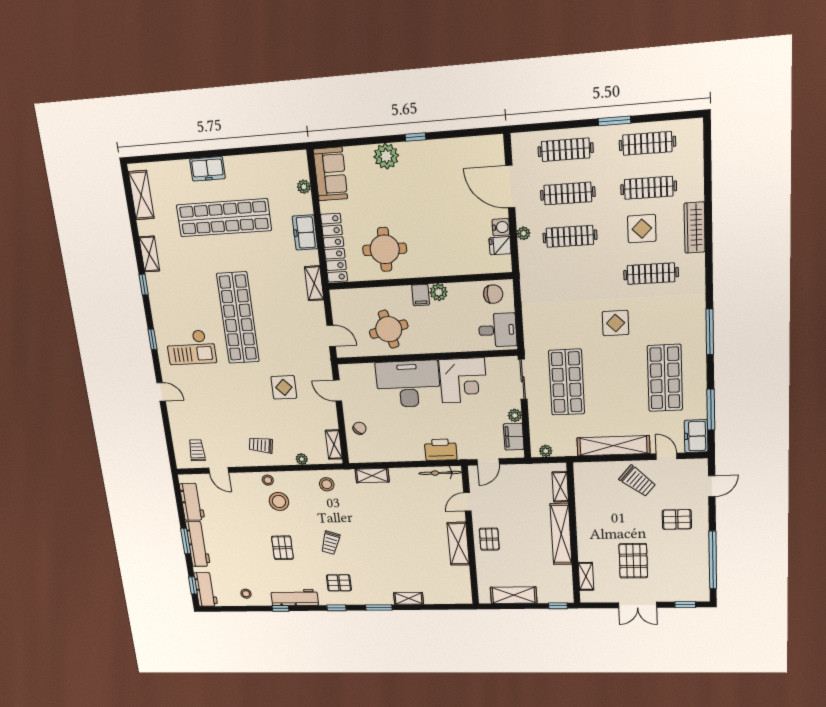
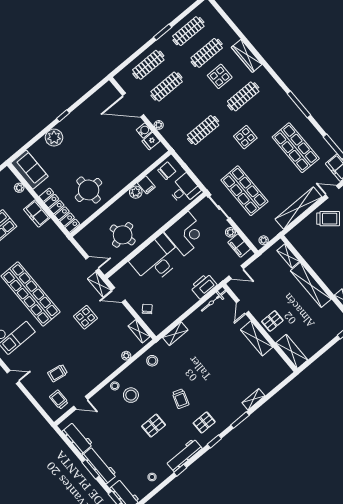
clothes rail: (570, 236) -> (203, 130), moved
shelving: (314, 283) -> (99, 284), moved
filing cabinet: (421, 295) -> (146, 185), moved
trolley: (261, 445) -> (58, 373), moved
door: (488, 462) -> (236, 272), hinge flipped
pallet: (489, 539) -> (272, 321), turned 90
pallet: (282, 548) -> (154, 426), turned 90
shelving: (514, 595) -> (292, 351), moved, turned 90

